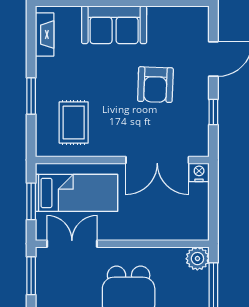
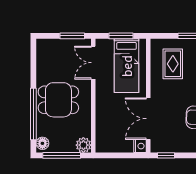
window: (213, 112) -> (166, 155), moved
rug: (74, 123) -> (173, 64), turned 90
double door: (72, 244) -> (93, 63), swing flipped

